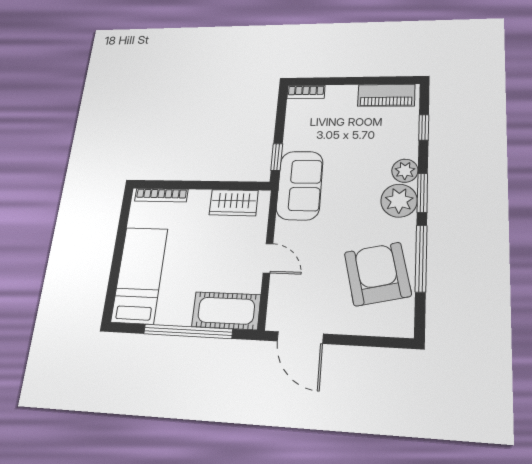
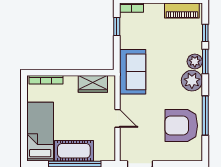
window: (277, 157) -> (117, 26), moved
window: (422, 193) -> (205, 61), moved
armchair: (377, 274) -> (181, 126), turned -77
cot: (226, 311) -> (74, 151), moved

